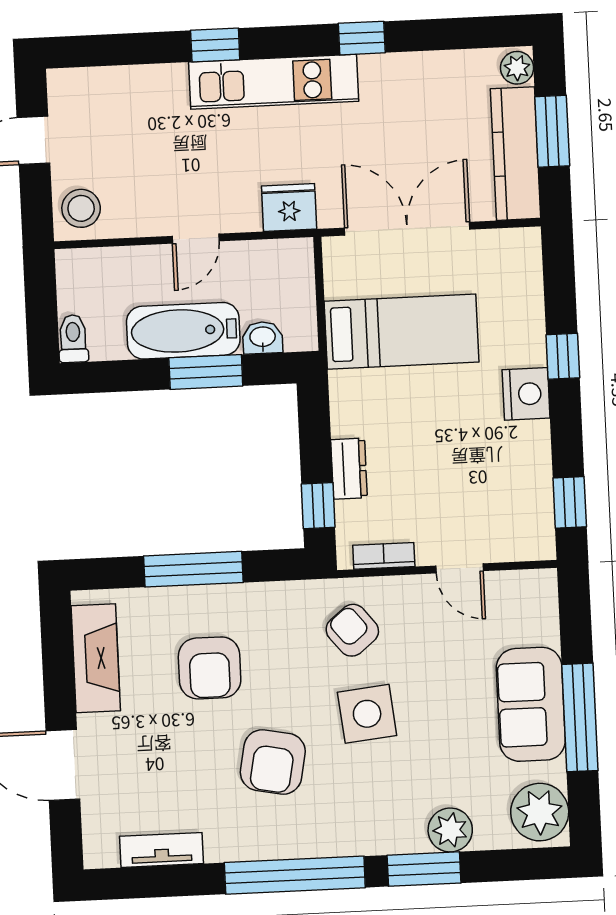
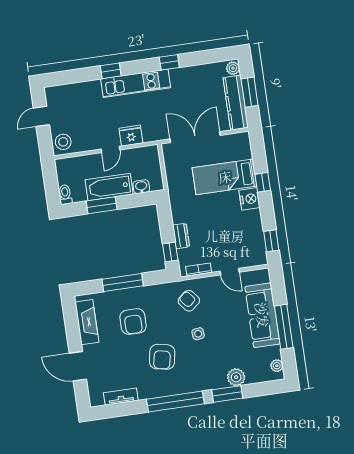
fridge: (289, 207) -> (131, 136), moved
bed: (402, 332) -> (225, 177), moved, turned 180
window: (206, 372) -> (102, 205), moved
sofa: (531, 704) -> (262, 315), width x1.36
side table: (367, 714) -> (198, 334), width x0.54, depth x0.54
plant: (540, 812) -> (277, 366), width x0.53, depth x0.53

